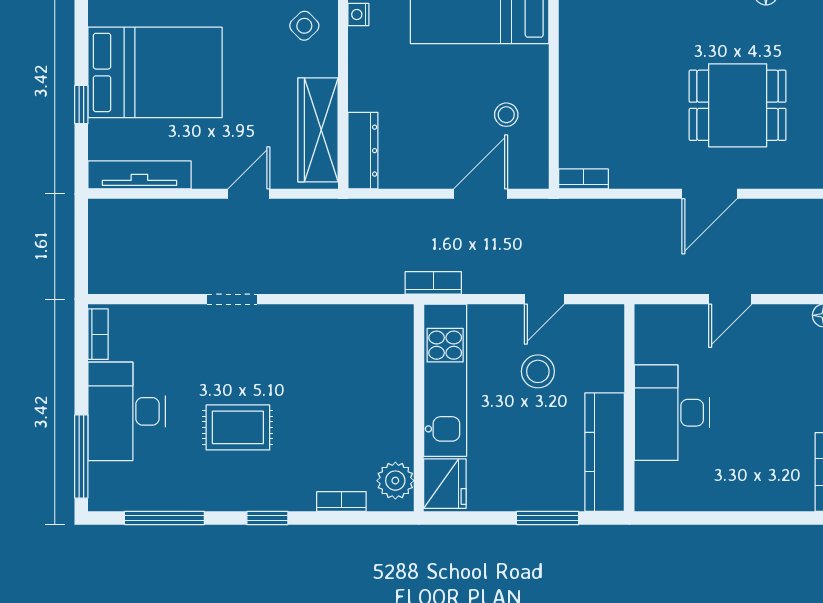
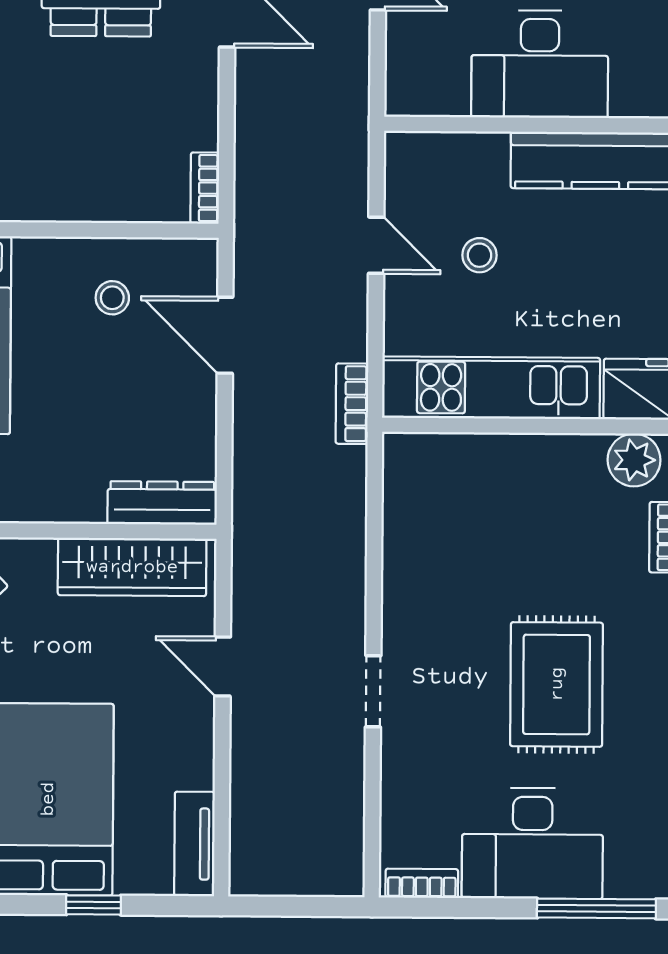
tv unit: (139, 175) -> (194, 844), width x0.71
stool: (538, 371) -> (479, 255), width x0.73, depth x0.73
rug: (238, 427) -> (557, 684), width x1.36, depth x1.43

